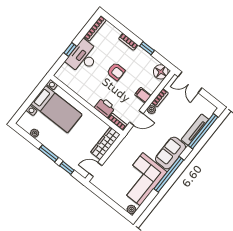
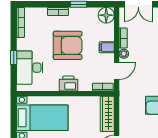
desk: (83, 57) -> (30, 68), moved
armchair: (116, 72) -> (68, 45), width x1.88, depth x1.88
printer: (105, 107) -> (68, 84), moved

